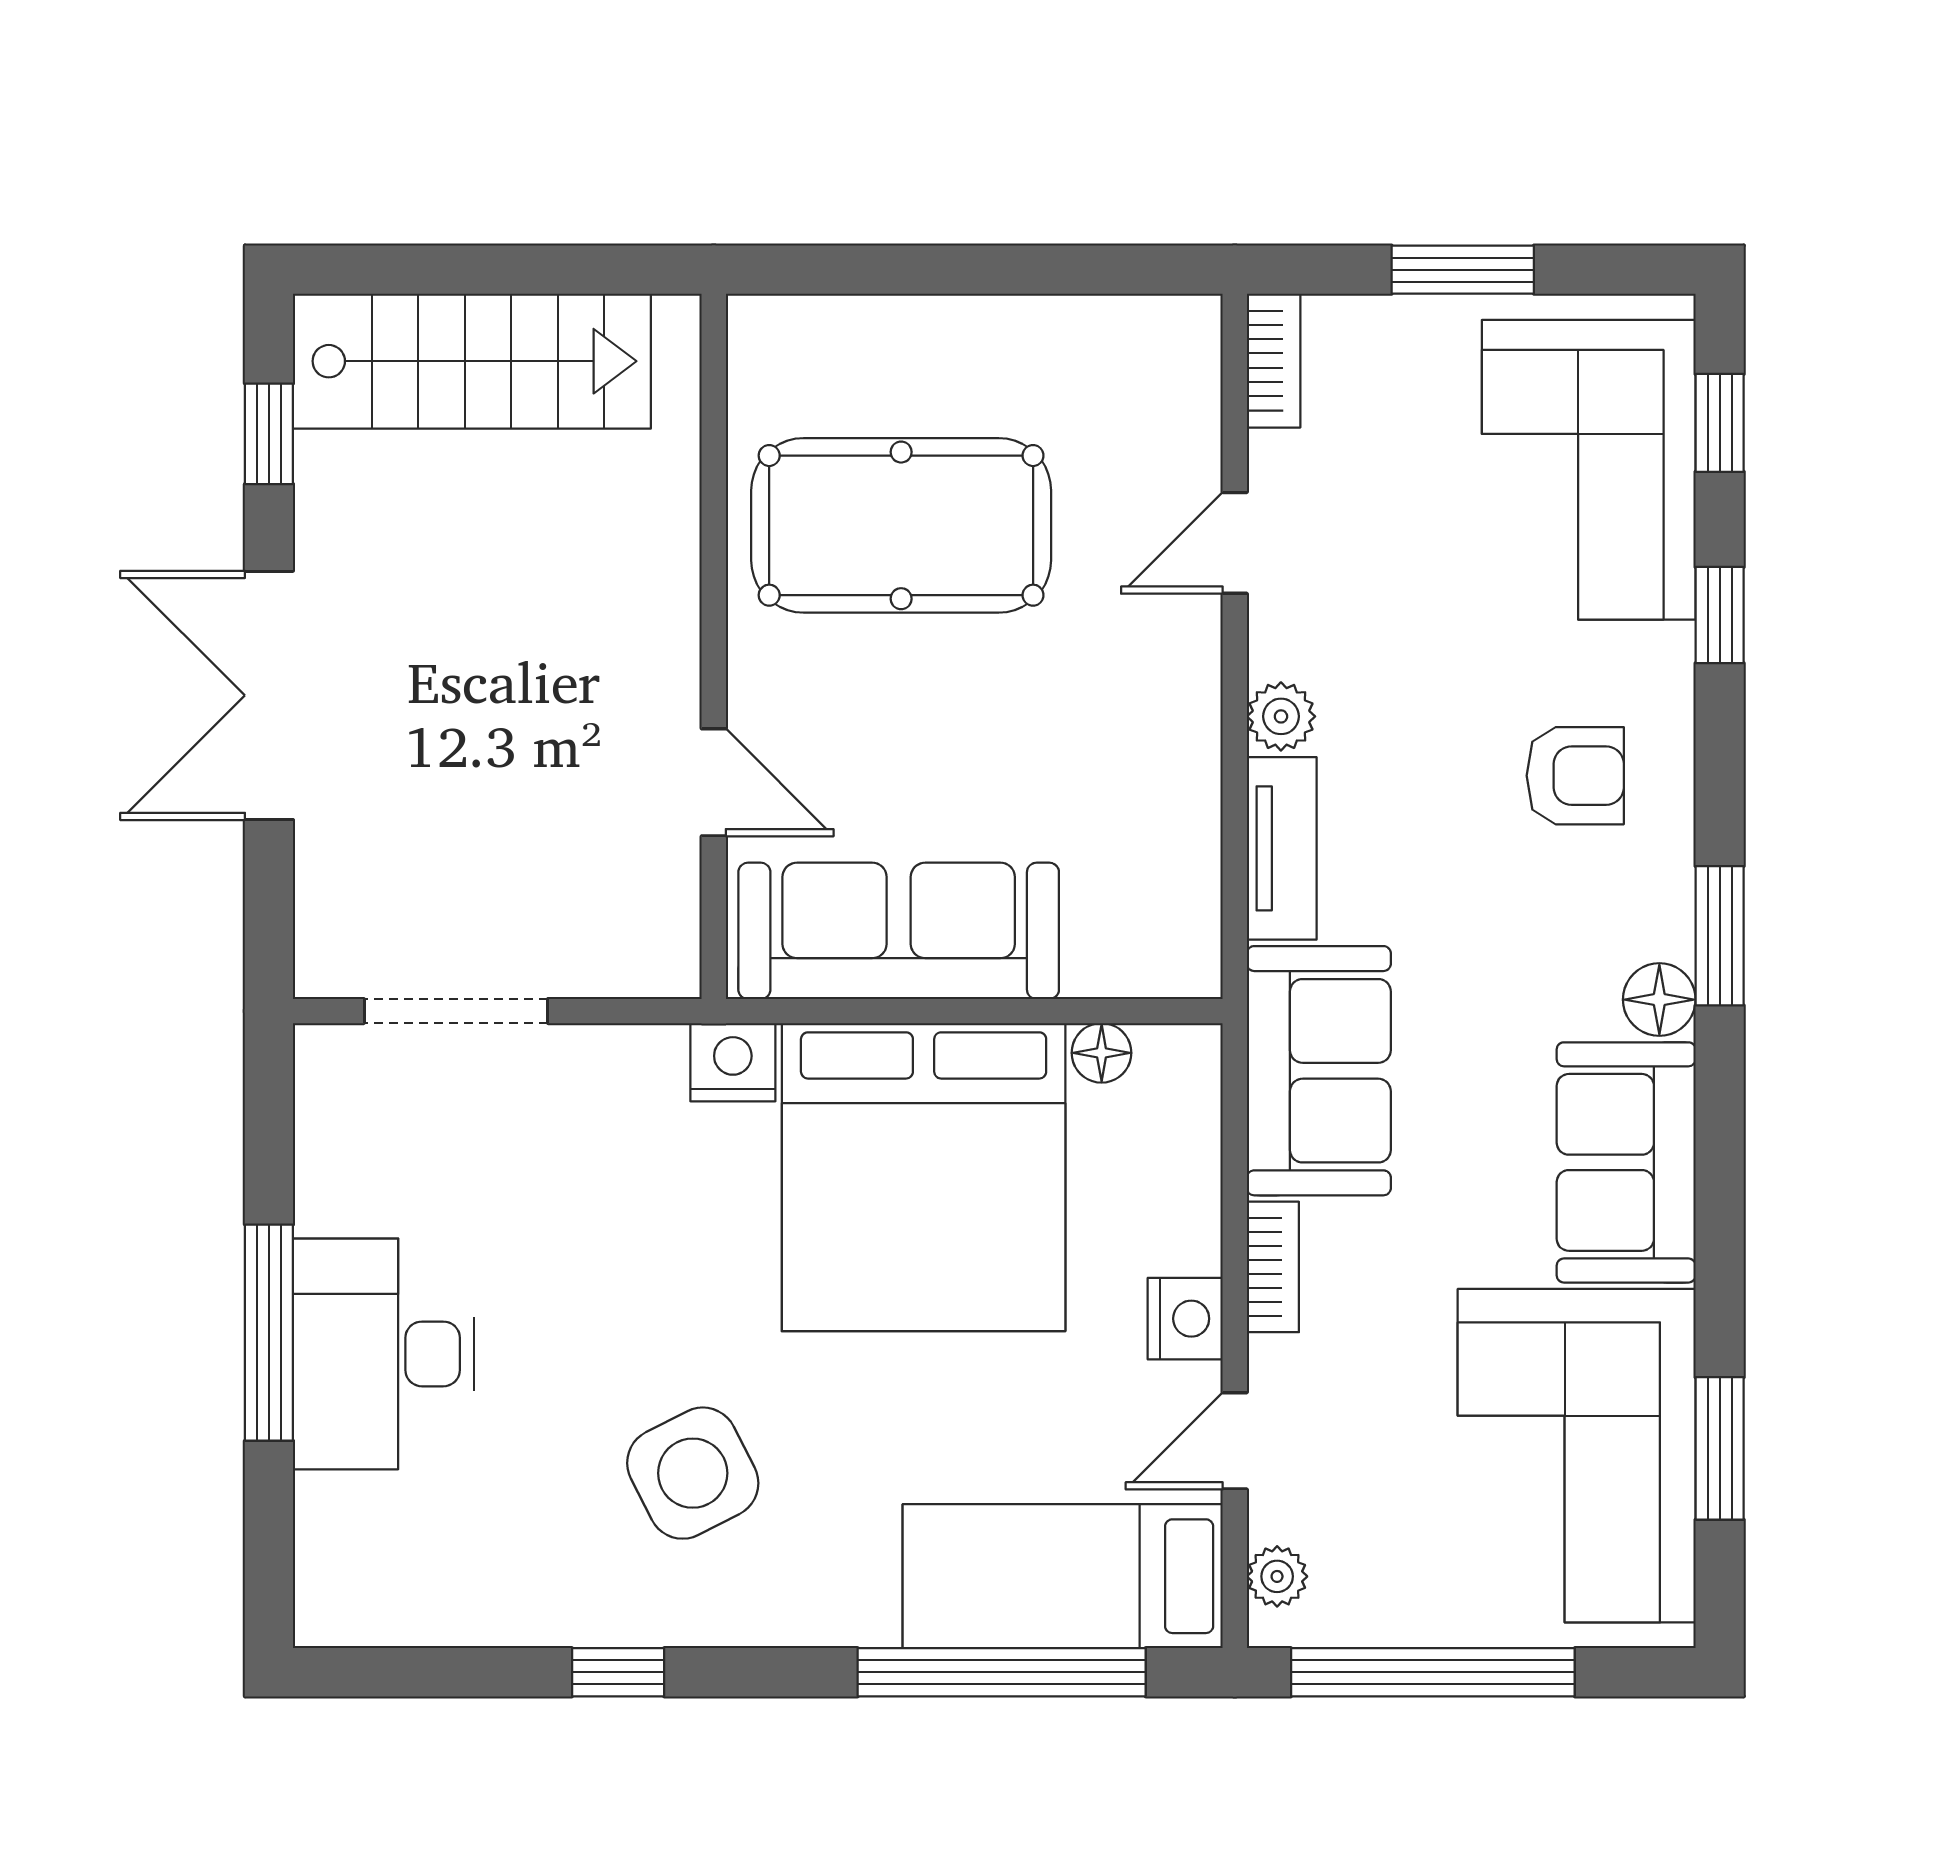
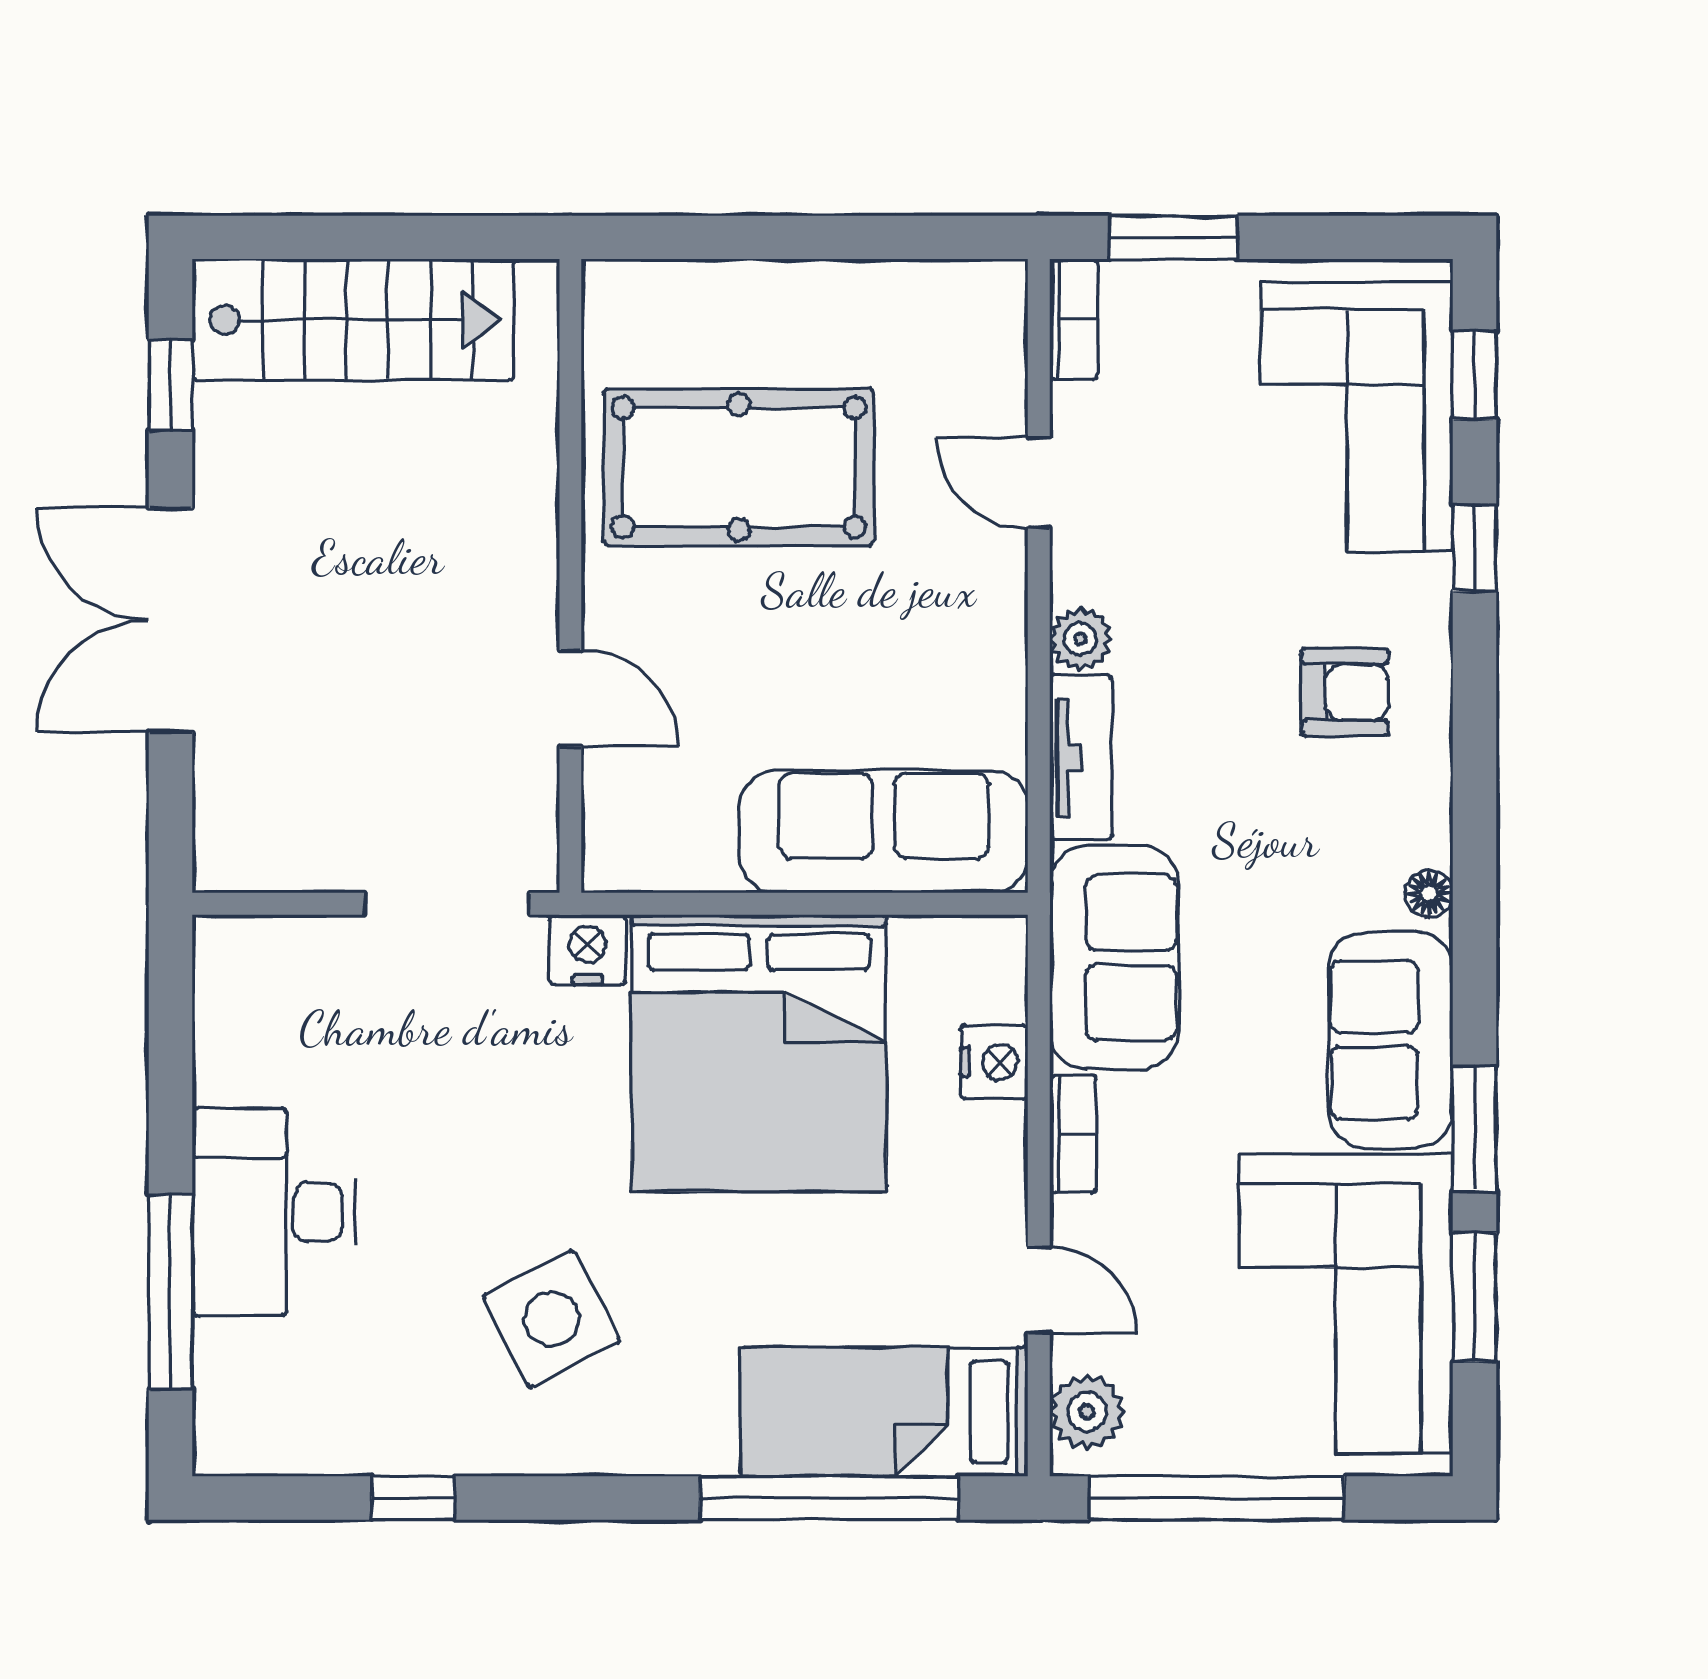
window: (1463, 270) -> (1173, 237), moved
door: (1235, 543) -> (1039, 483), hinge flipped
sofa: (899, 931) -> (884, 832), moved
window: (1720, 936) -> (1475, 1129), moved
floor lamp: (1659, 1000) -> (1429, 893), width x0.73, depth x0.73
doorway: (456, 1011) -> (447, 904), moved
floor lamp: (1102, 1053) -> (919, 941), removed
nightstand: (1185, 1319) -> (994, 1062), moved
window: (269, 1333) -> (171, 1292), moved
door: (1235, 1441) -> (1039, 1290), swing flipped
plant: (1277, 1576) -> (1087, 1412), width x1.38, depth x1.38
window: (618, 1672) -> (413, 1498), moved

